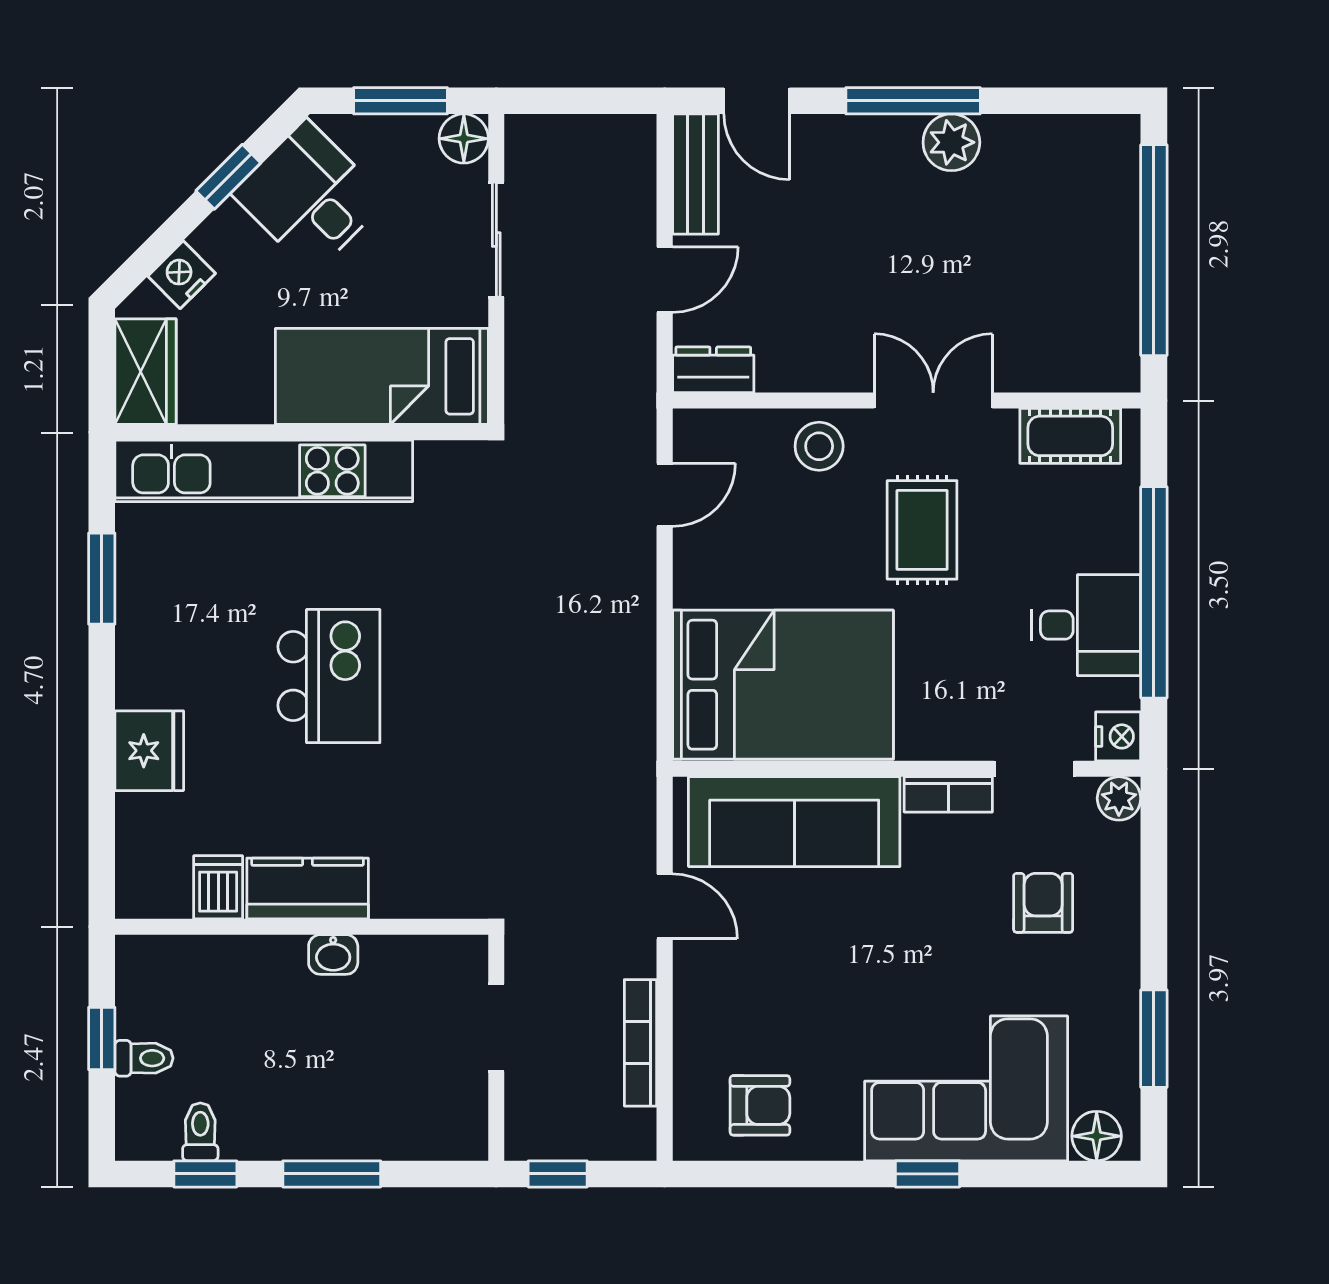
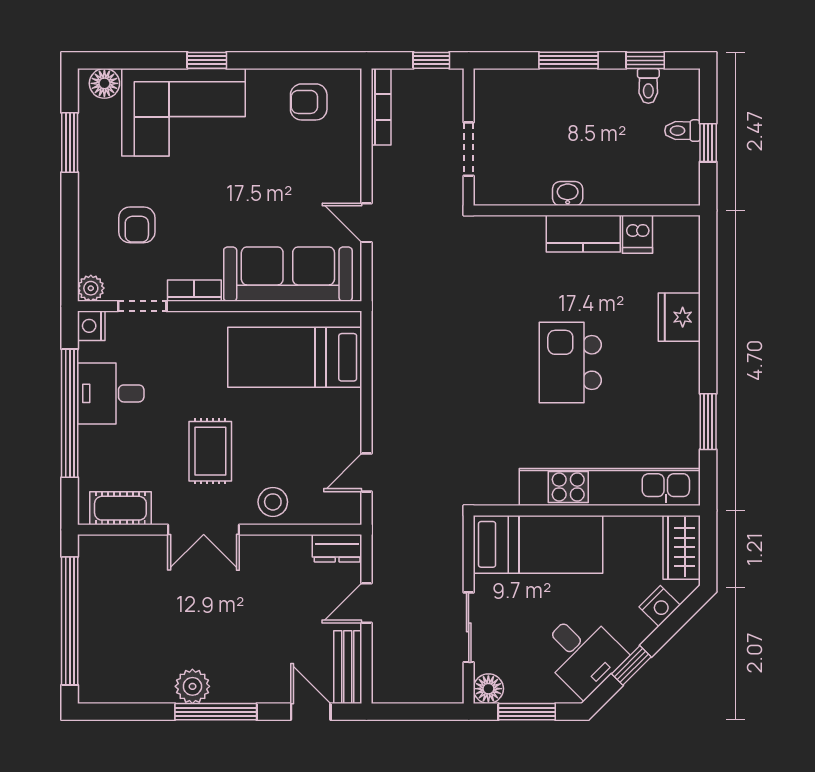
bed: (783, 685) -> (295, 357), width x0.67
bookcase: (641, 1043) -> (381, 107), moved

